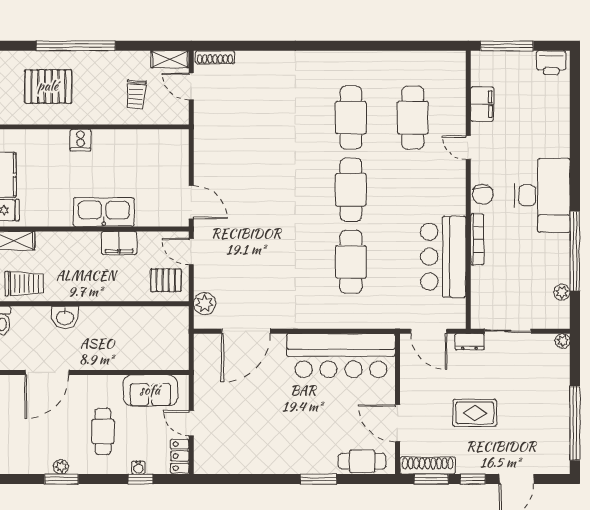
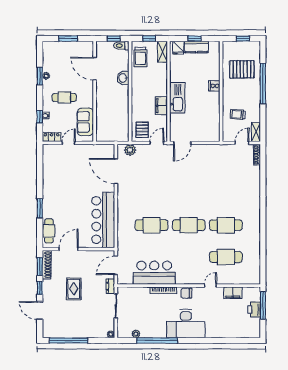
printer: (551, 63) -> (254, 309), moved
pallet: (48, 86) -> (242, 69), turned 90

